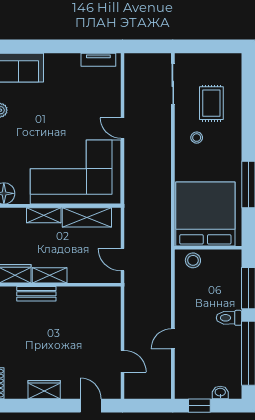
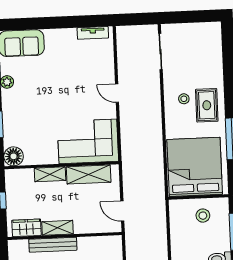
rug: (211, 103) -> (207, 105), moved
corner sofa: (76, 172) -> (88, 141), width x0.73, depth x0.74
stool: (193, 260) -> (203, 216), moved
bench: (36, 294) -> (53, 245), width x1.36

